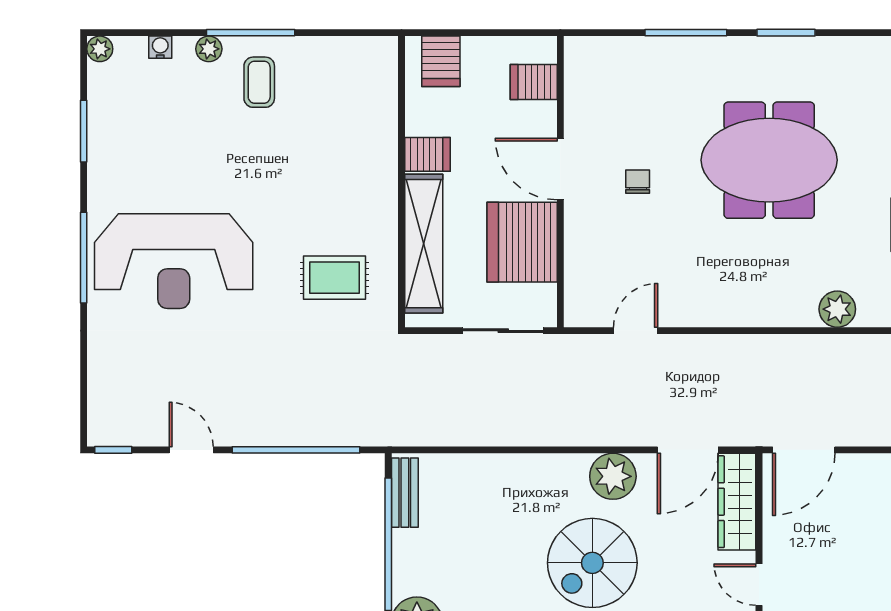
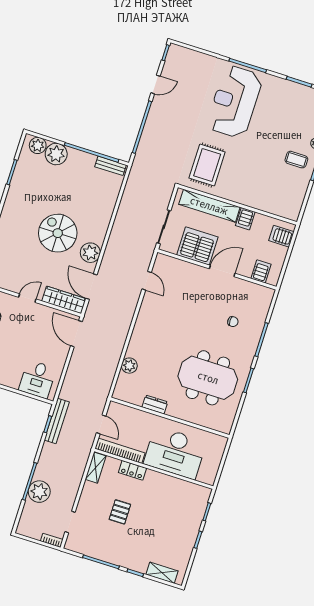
meeting table: (769, 160) -> (208, 378), moved, turned 90
chair: (638, 182) -> (233, 322), moved
rug: (334, 278) -> (207, 165), width x1.36, depth x1.43

